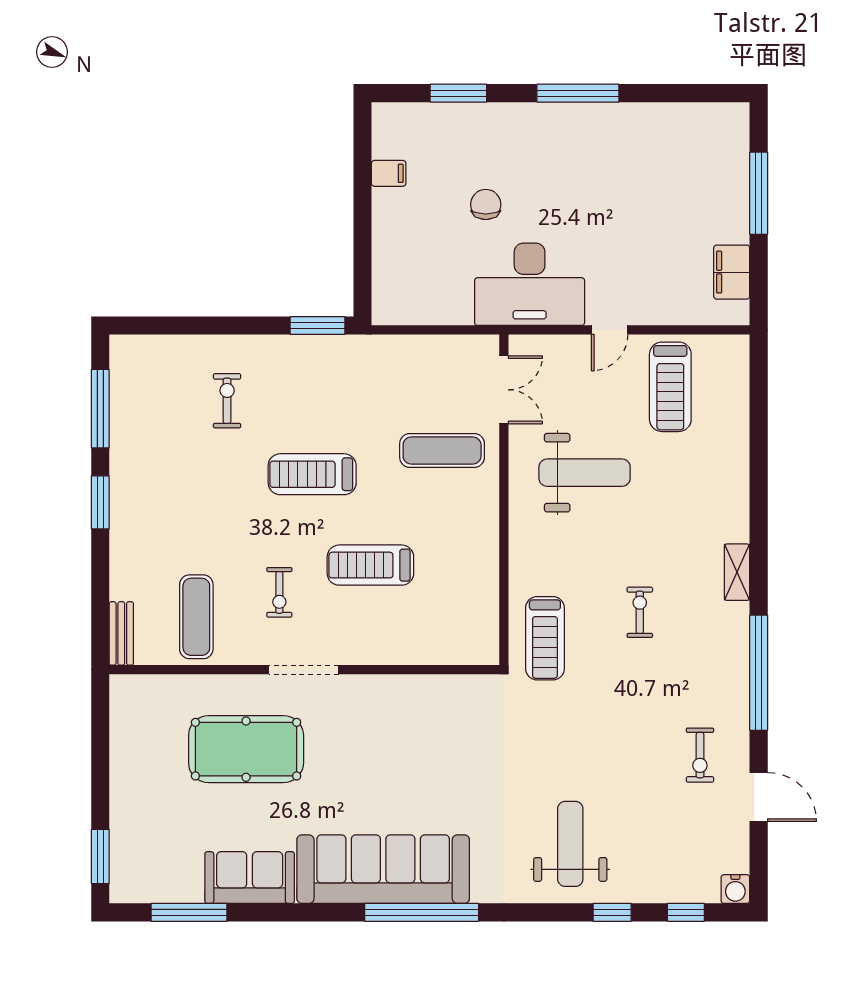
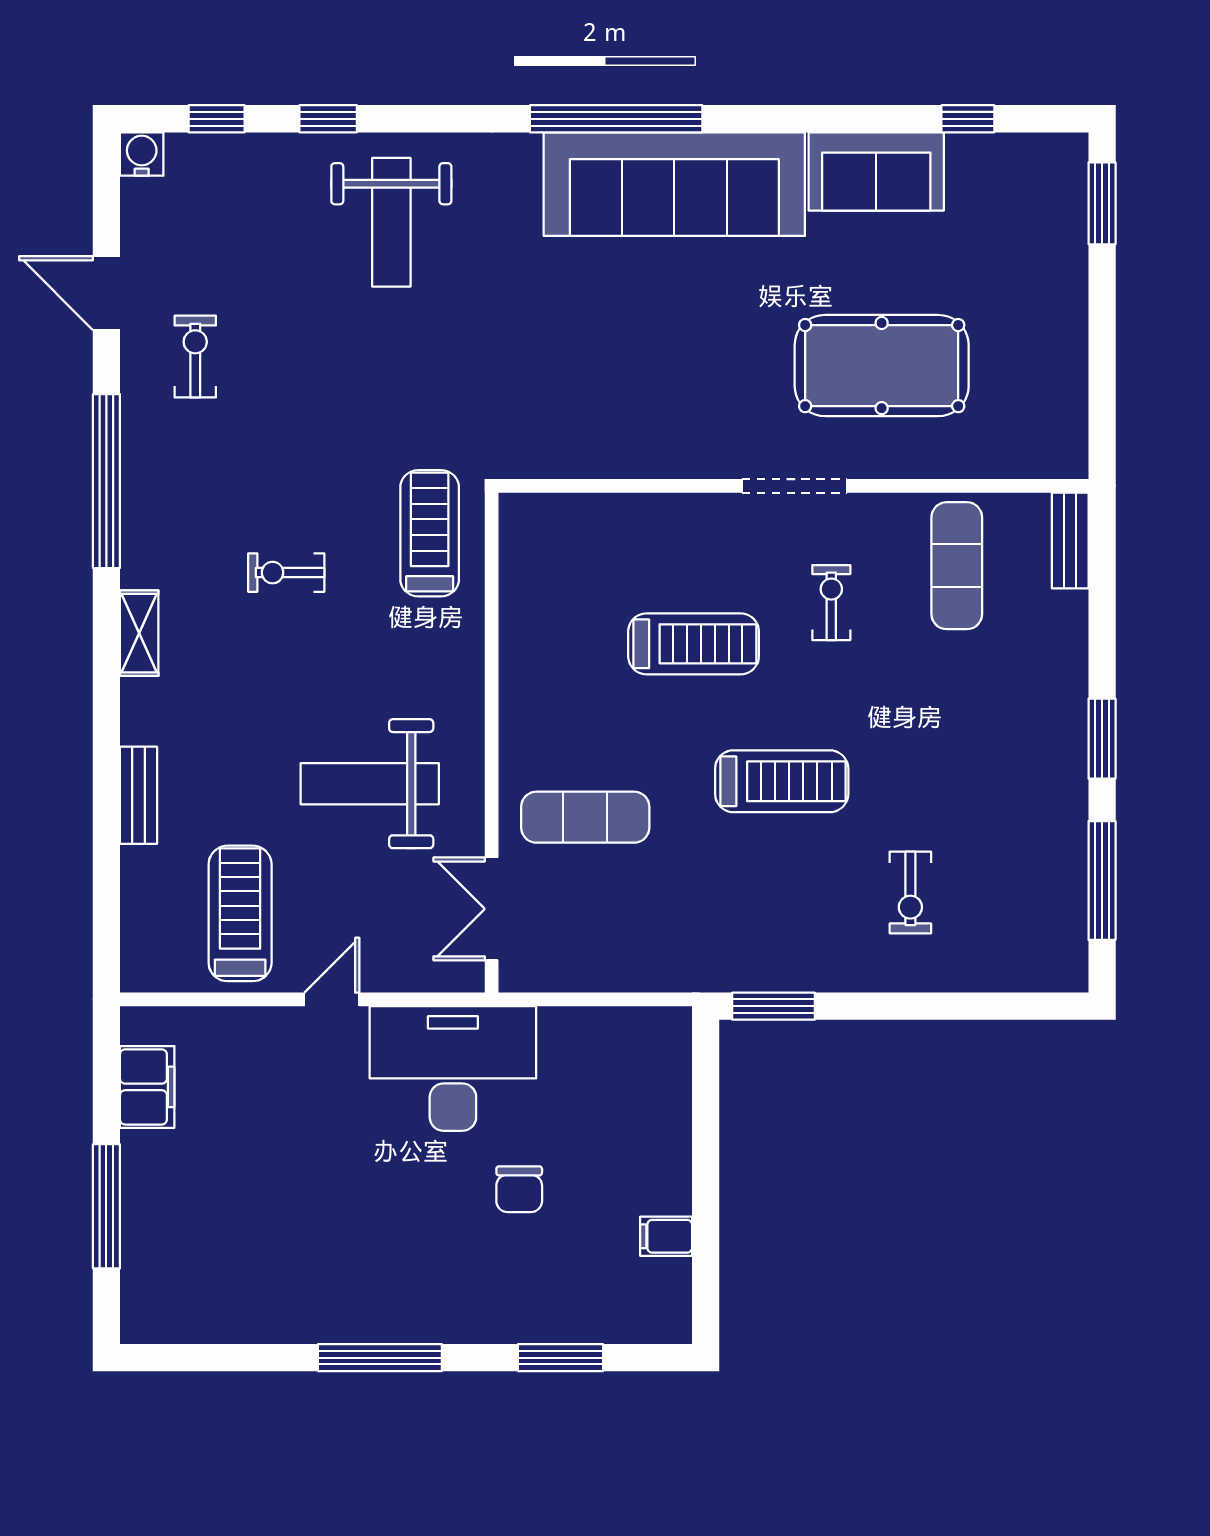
bench: (737, 465) -> (139, 795), added
exercise bike: (640, 612) -> (286, 573), turned 90
window: (189, 912) -> (968, 119), width x0.46

